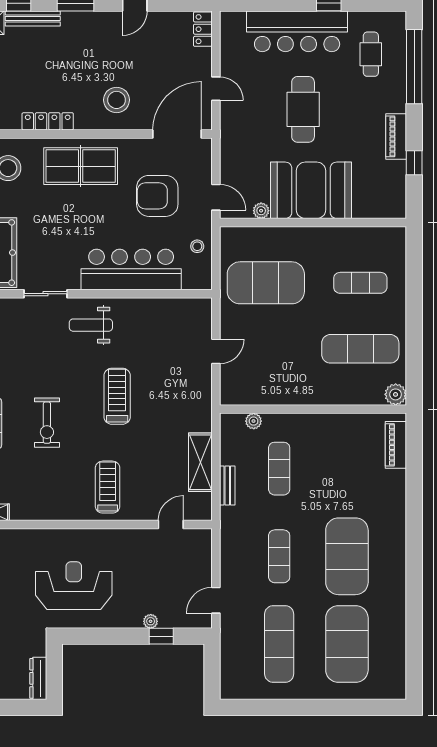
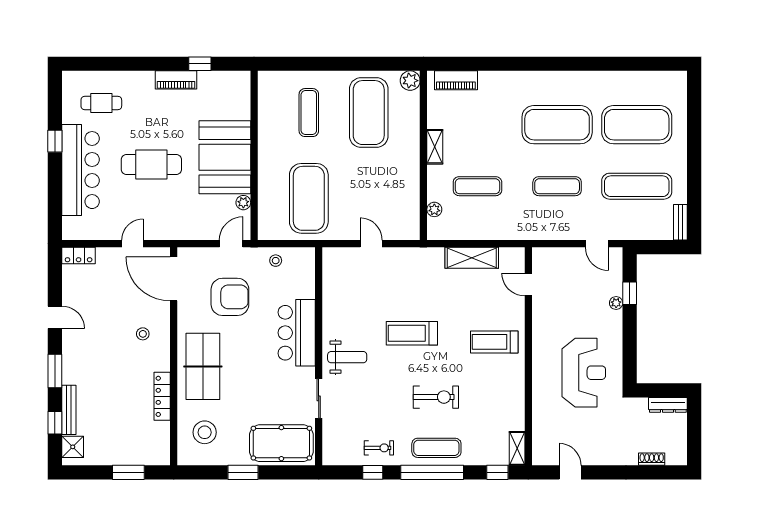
window: (414, 67) -> (113, 64), removed
stool: (117, 100) -> (143, 334), width x0.53, depth x0.53
armchair: (157, 196) -> (230, 297), turned -90
bar counter: (131, 269) -> (297, 333), width x0.73
weight bench: (91, 325) -> (347, 357), turned -90
exercise mat: (360, 349) -> (369, 113), width x1.47
shelving: (323, 422) -> (435, 147), added
bench: (227, 486) -> (680, 222), moved, turned 90
reception desk: (74, 586) -> (584, 373), turned 180

